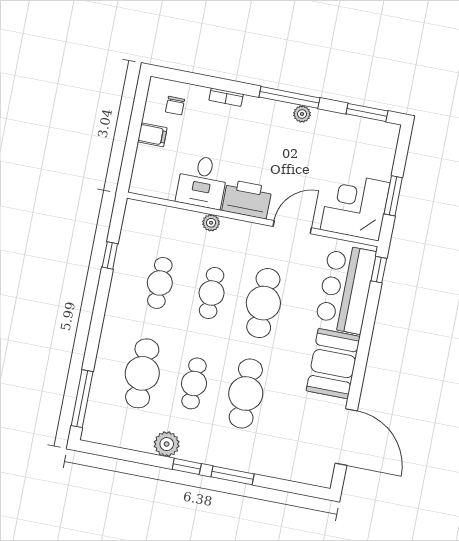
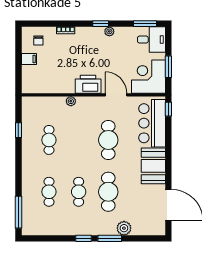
window: (289, 97) -> (101, 24), width x0.46
desk: (202, 182) -> (151, 40), moved, turned -90
door: (292, 227) -> (116, 95), hinge flipped
cafe table: (212, 293) -> (79, 140), removed
cafe table: (142, 373) -> (49, 192), width x0.73, depth x0.74
plant: (167, 444) -> (124, 228), moved

